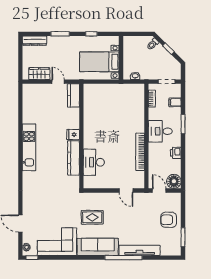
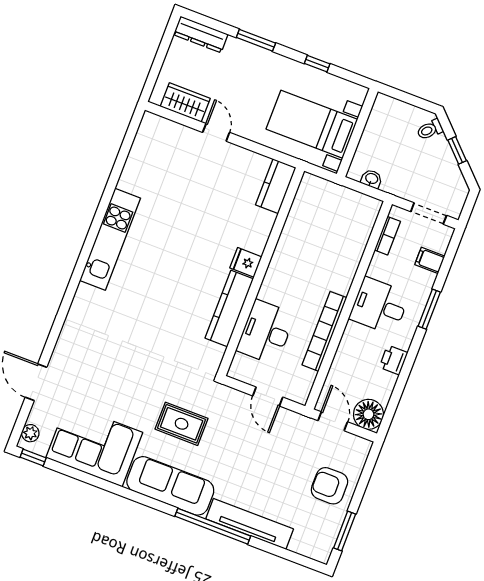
kitchen counter: (73, 95) -> (276, 186), moved
fridge: (73, 135) -> (246, 262), moved
wall: (81, 136) -> (261, 272), moved
kitchen counter: (74, 158) -> (229, 309), moved
desk: (94, 162) -> (266, 332), moved

